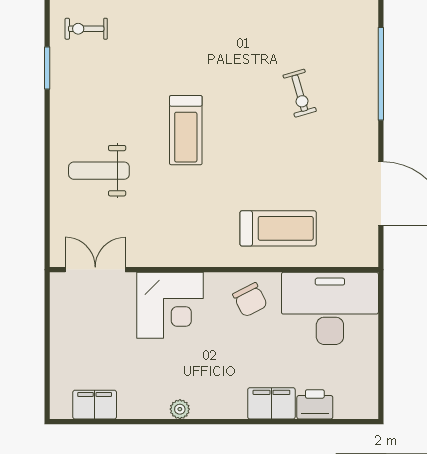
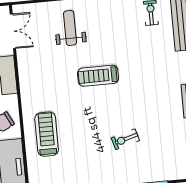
treadmill: (278, 228) -> (47, 134), turned 180

